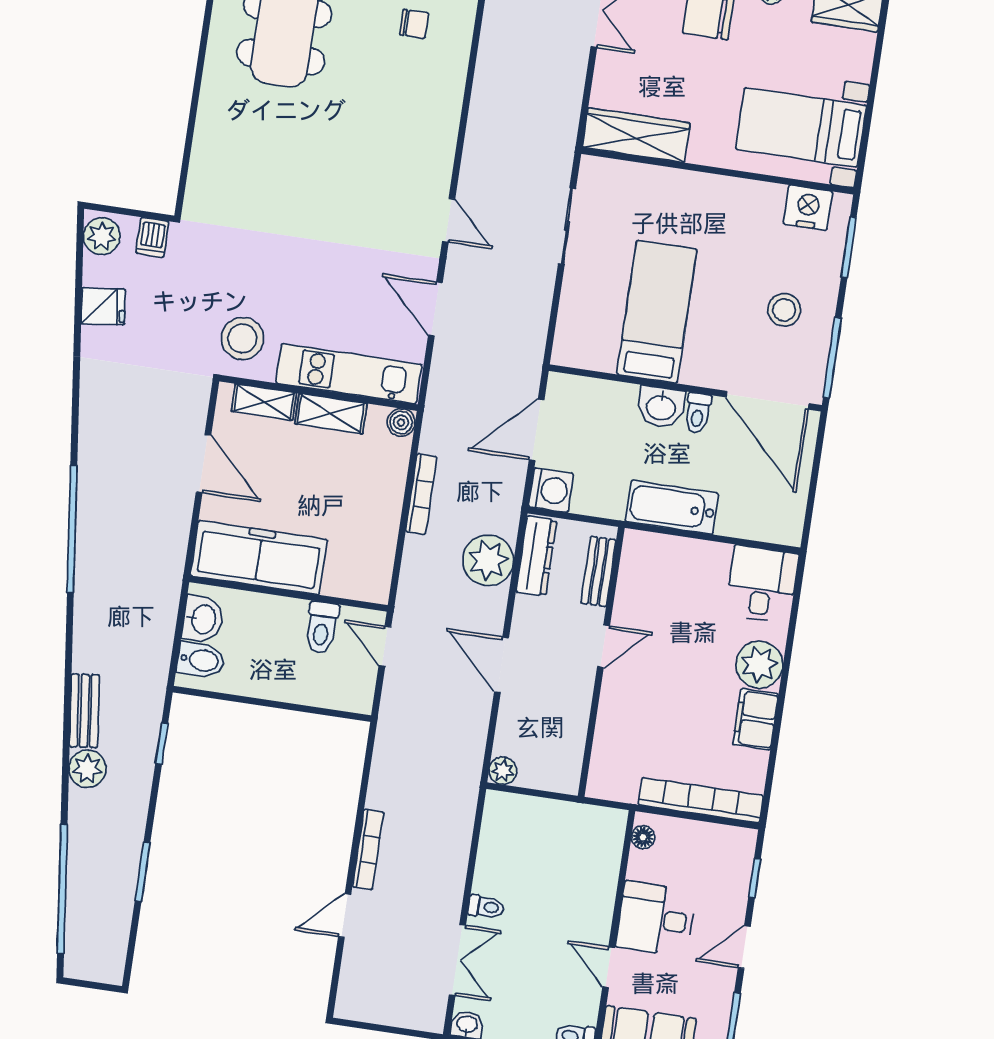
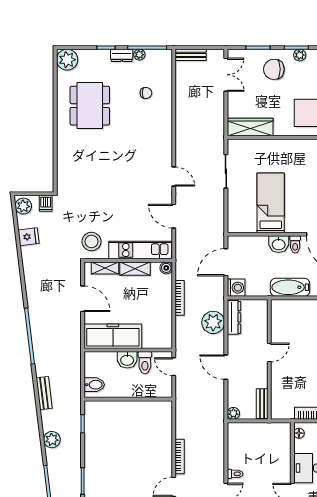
bench: (598, 571) -> (262, 404), moved
washbasin: (203, 619) -> (127, 360), moved, turned 90
bench: (84, 711) -> (44, 393), moved

